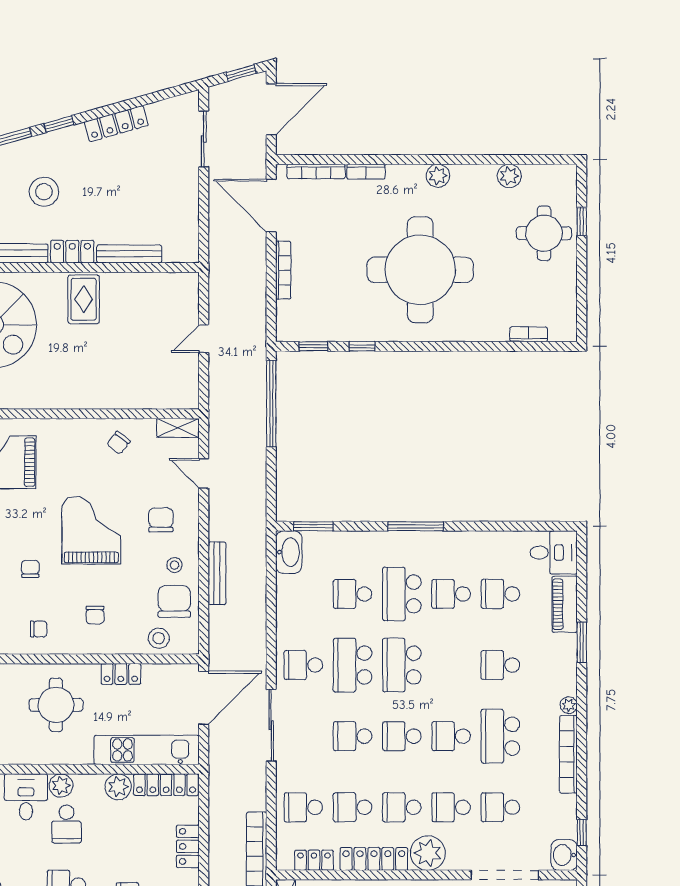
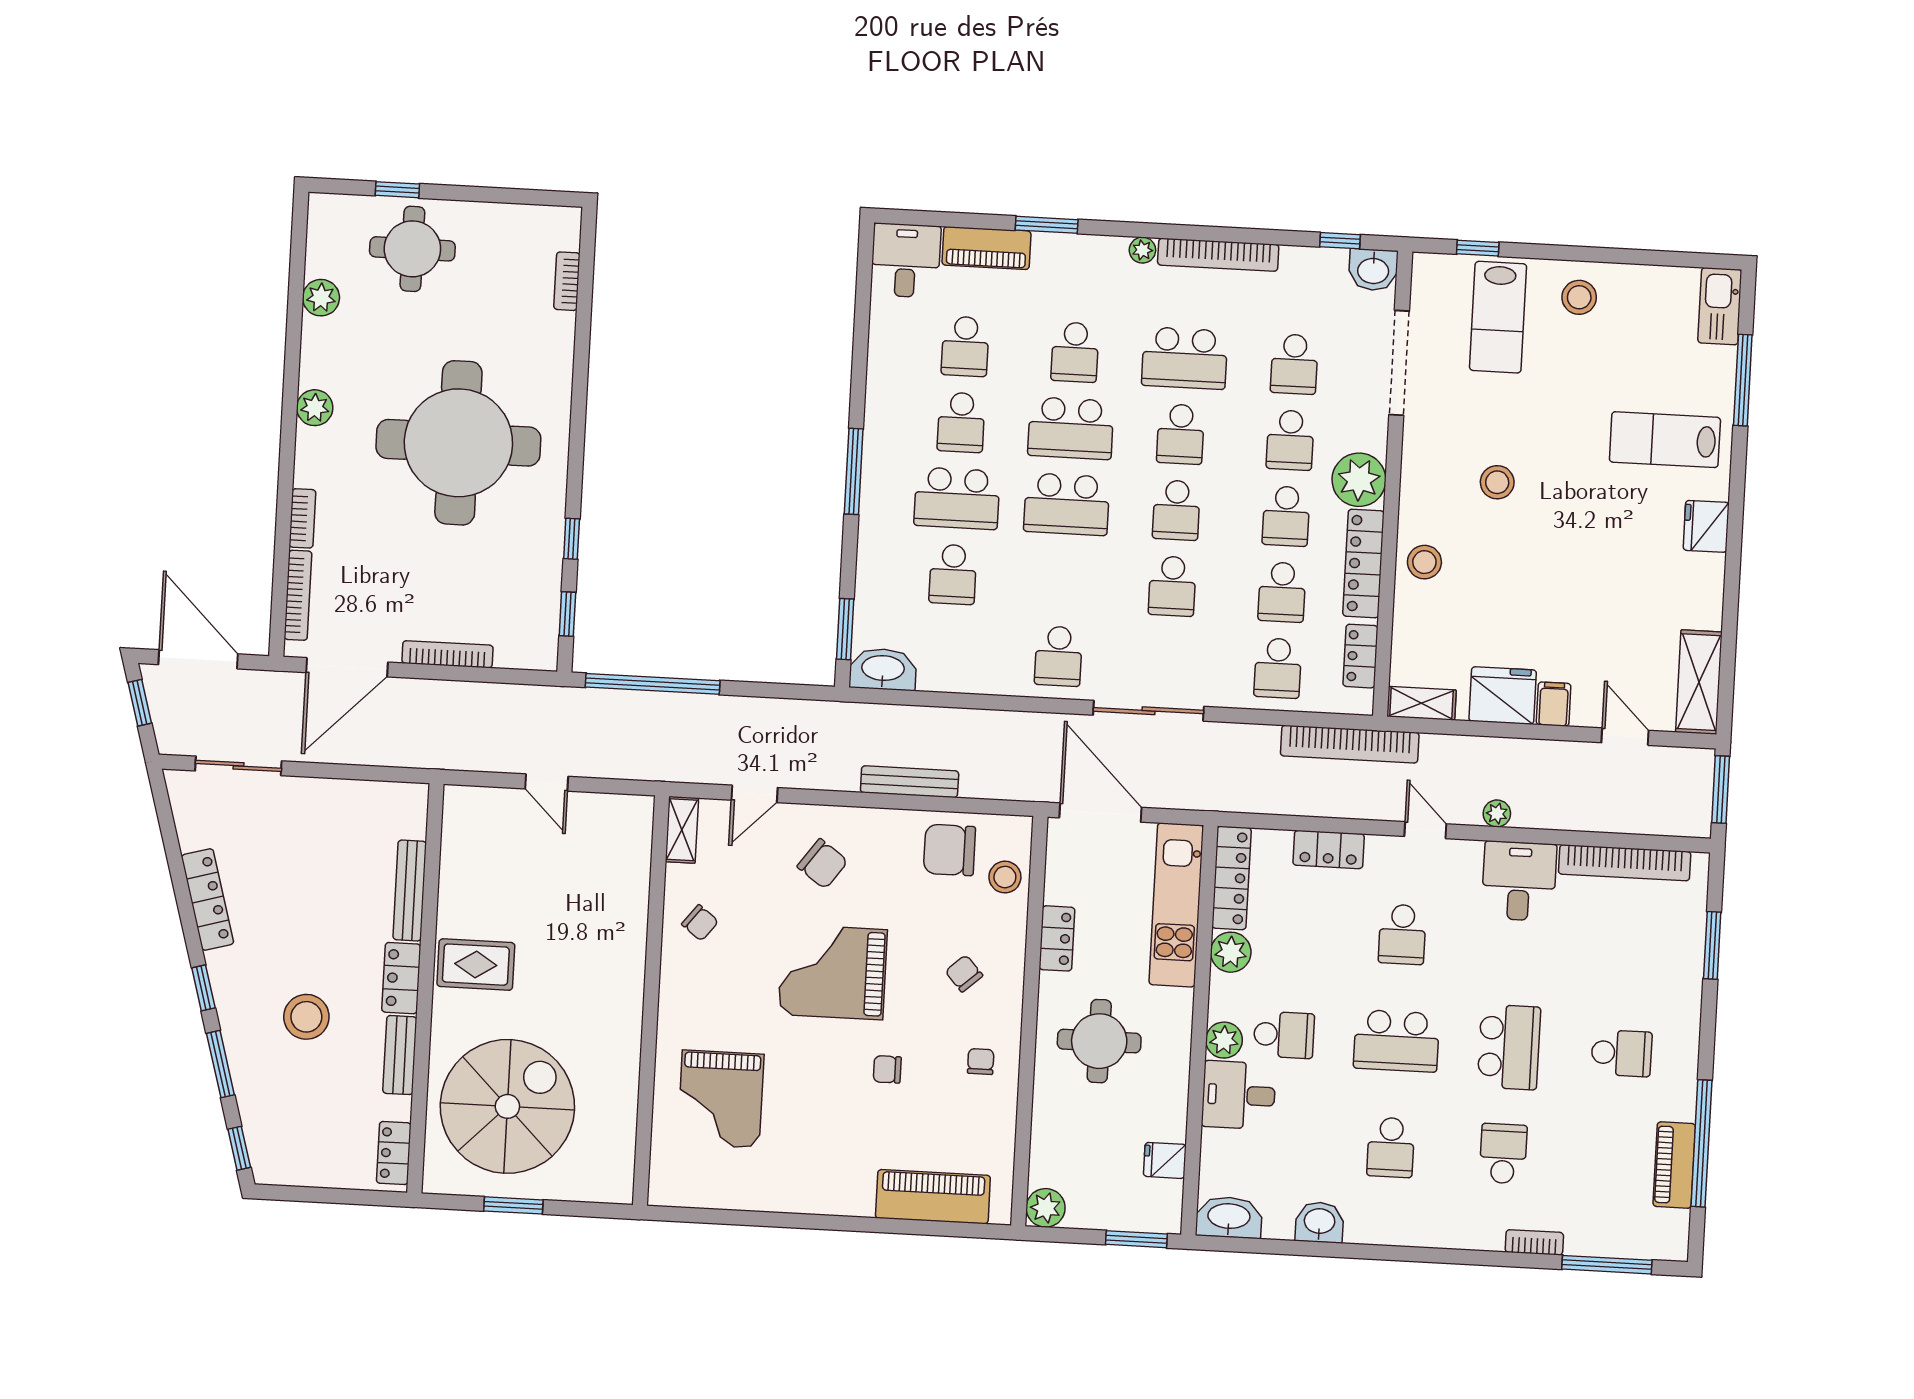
chair: (161, 520) -> (823, 864), turned -144
stool: (175, 565) -> (893, 847), removed
chair: (95, 615) -> (964, 973), turned -132
school desk: (353, 665) -> (1071, 428), moved

